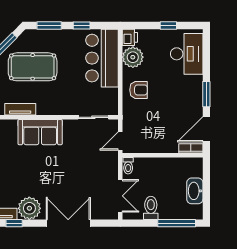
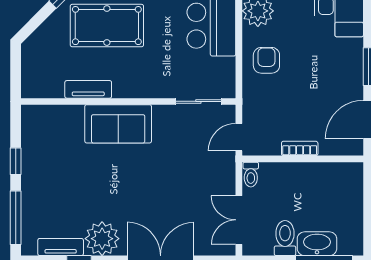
armchair: (139, 90) -> (266, 60), turned -90
bookcase: (191, 148) -> (300, 148), moved
washbasin: (195, 191) -> (317, 244), moved, turned 90
double door: (120, 196) -> (239, 220), swing flipped

